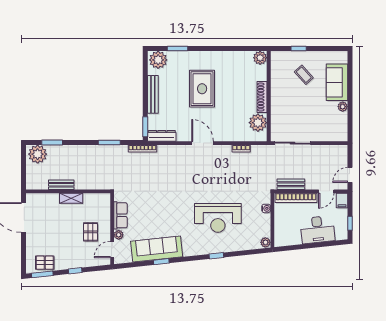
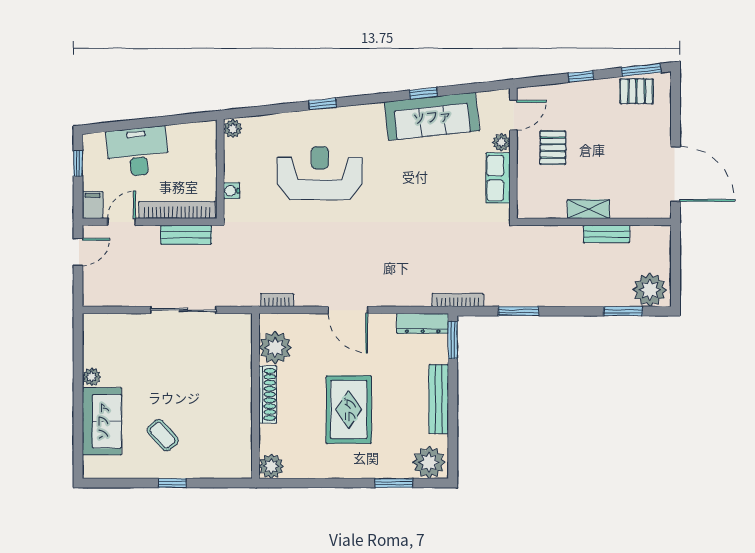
plant: (260, 58) -> (271, 466), moved
wall: (269, 96) -> (256, 396), moved
shoe rack: (262, 97) -> (268, 394), moved
plant: (258, 123) -> (275, 348), moved

